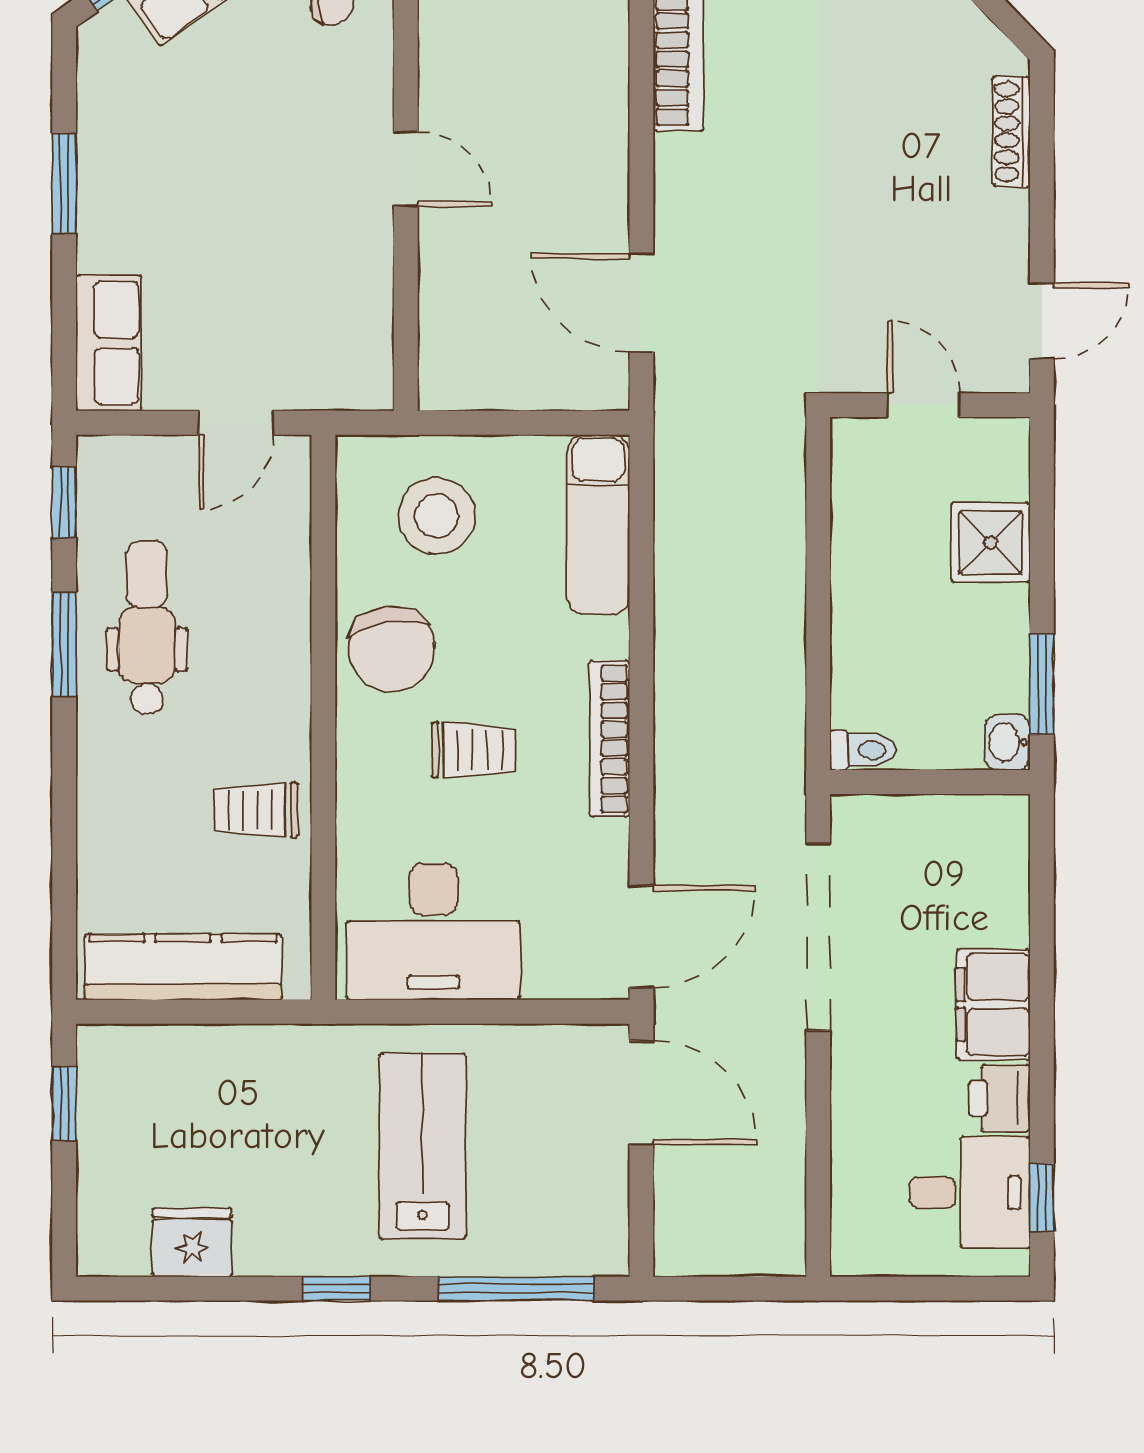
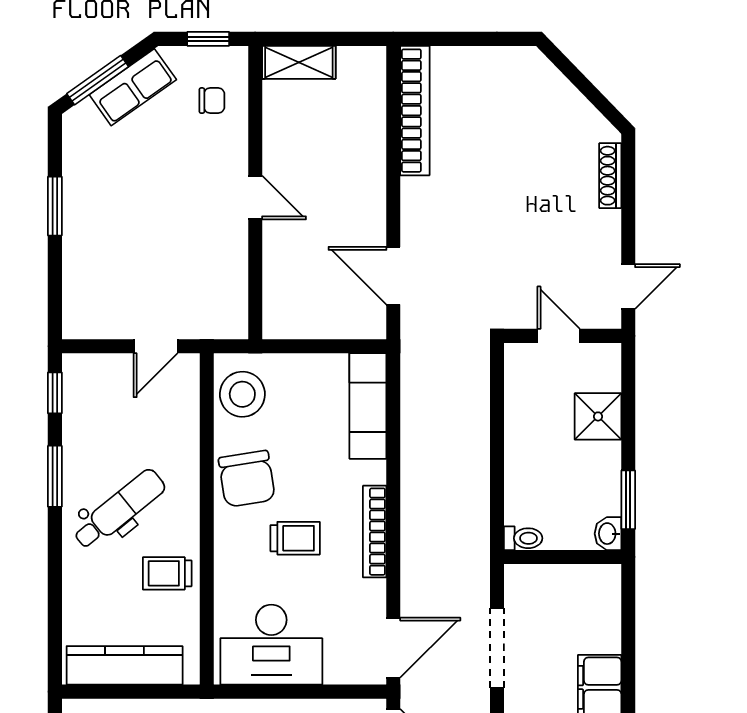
row of seats: (109, 343) -> (81, 299), removed
stool: (436, 516) -> (242, 394), moved
dental chair: (147, 628) -> (119, 509), moved, turned 51
doorway: (818, 937) -> (497, 648), width x0.73

